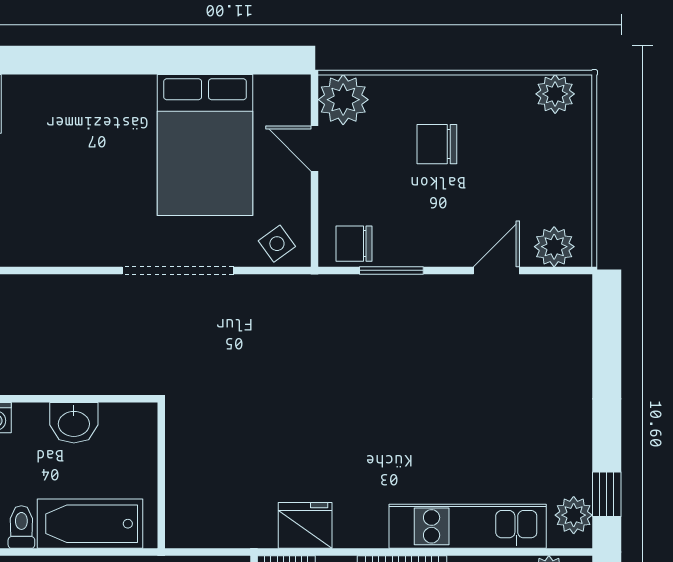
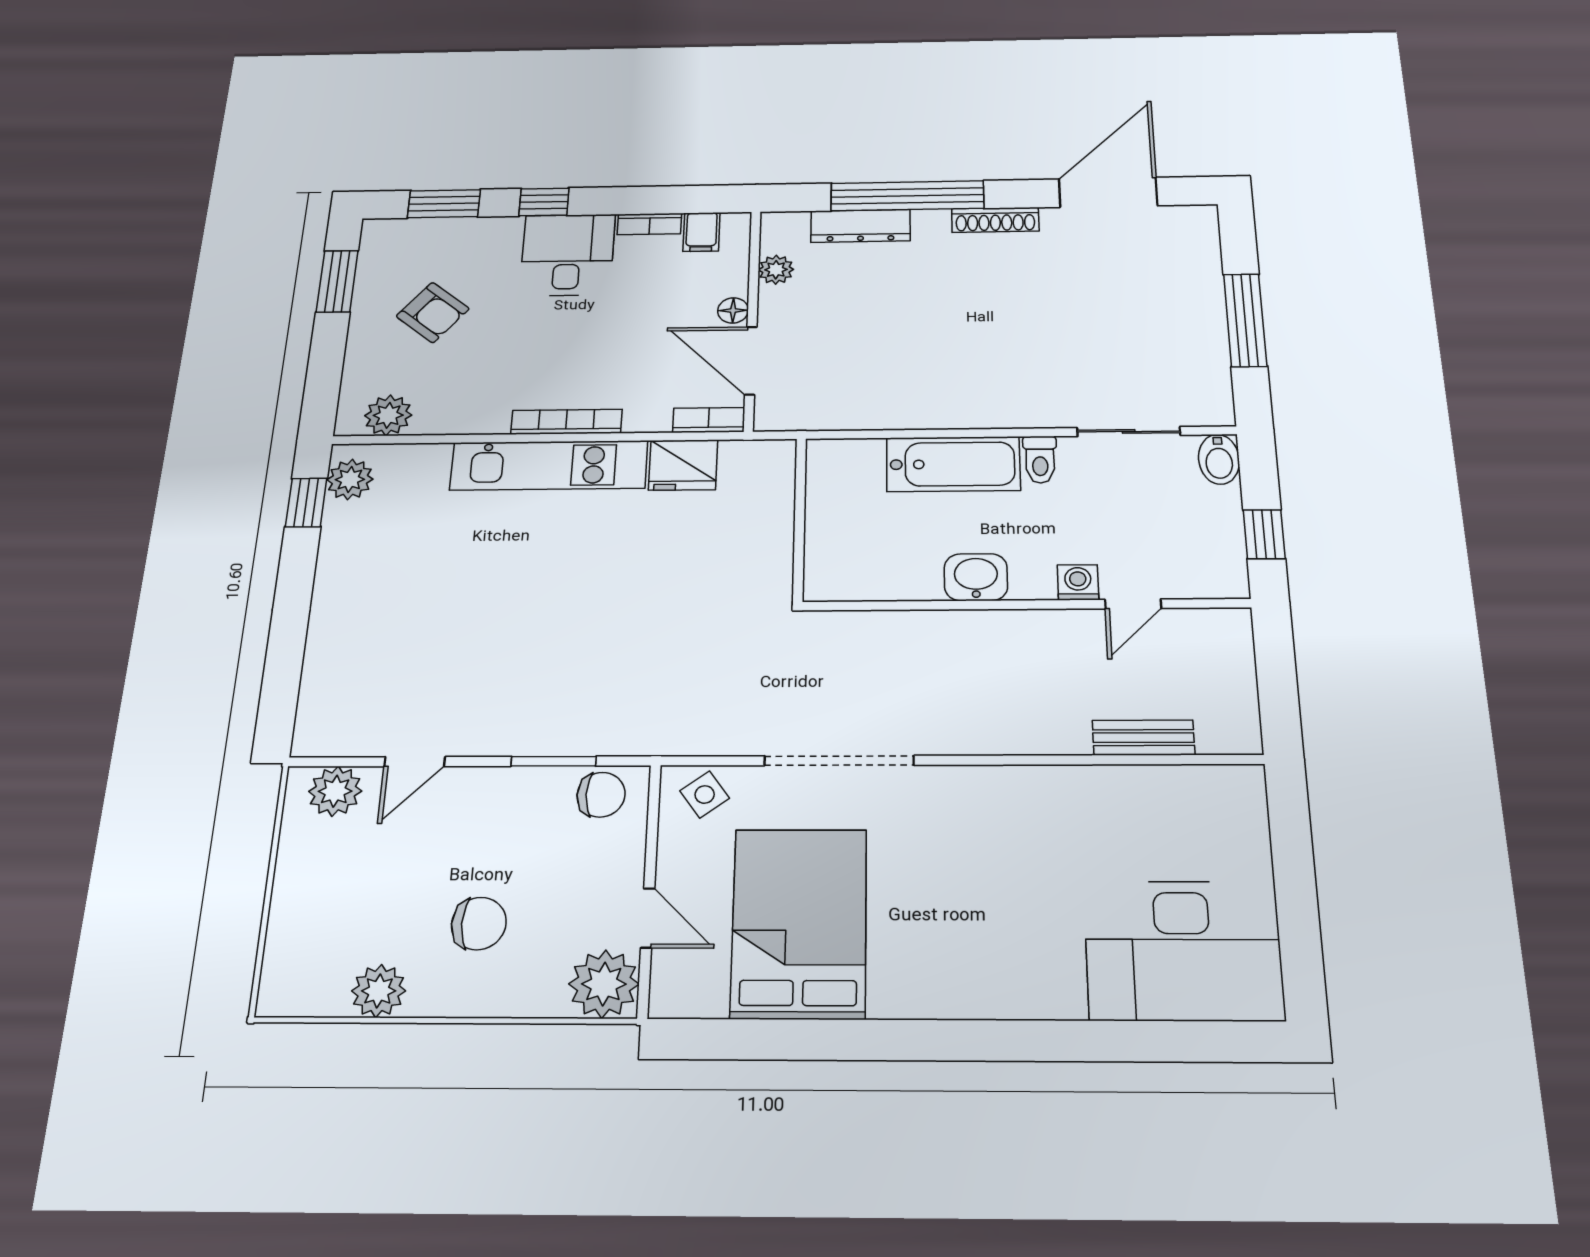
plant: (555, 94) -> (379, 991), moved
wall: (161, 475) -> (800, 519), moved
kitchen unit: (468, 526) -> (549, 465), moved

